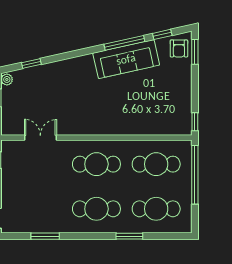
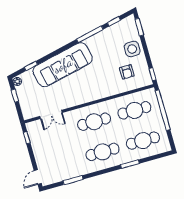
armchair: (179, 48) -> (127, 72), moved
sofa: (126, 59) -> (63, 65), moved, width x1.36, depth x1.27
side table: (177, 79) -> (132, 49), added
double door: (40, 138) -> (51, 114), swing flipped

